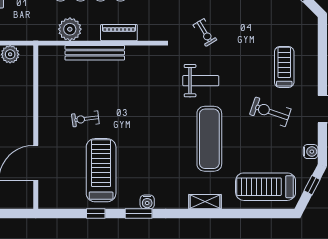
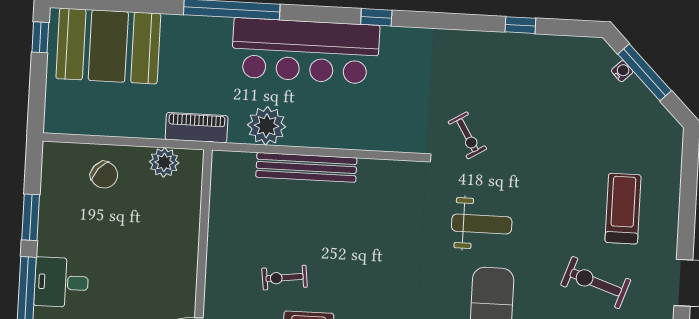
exercise bike: (205, 32) -> (467, 135), moved
piano: (119, 33) -> (197, 128), moved

